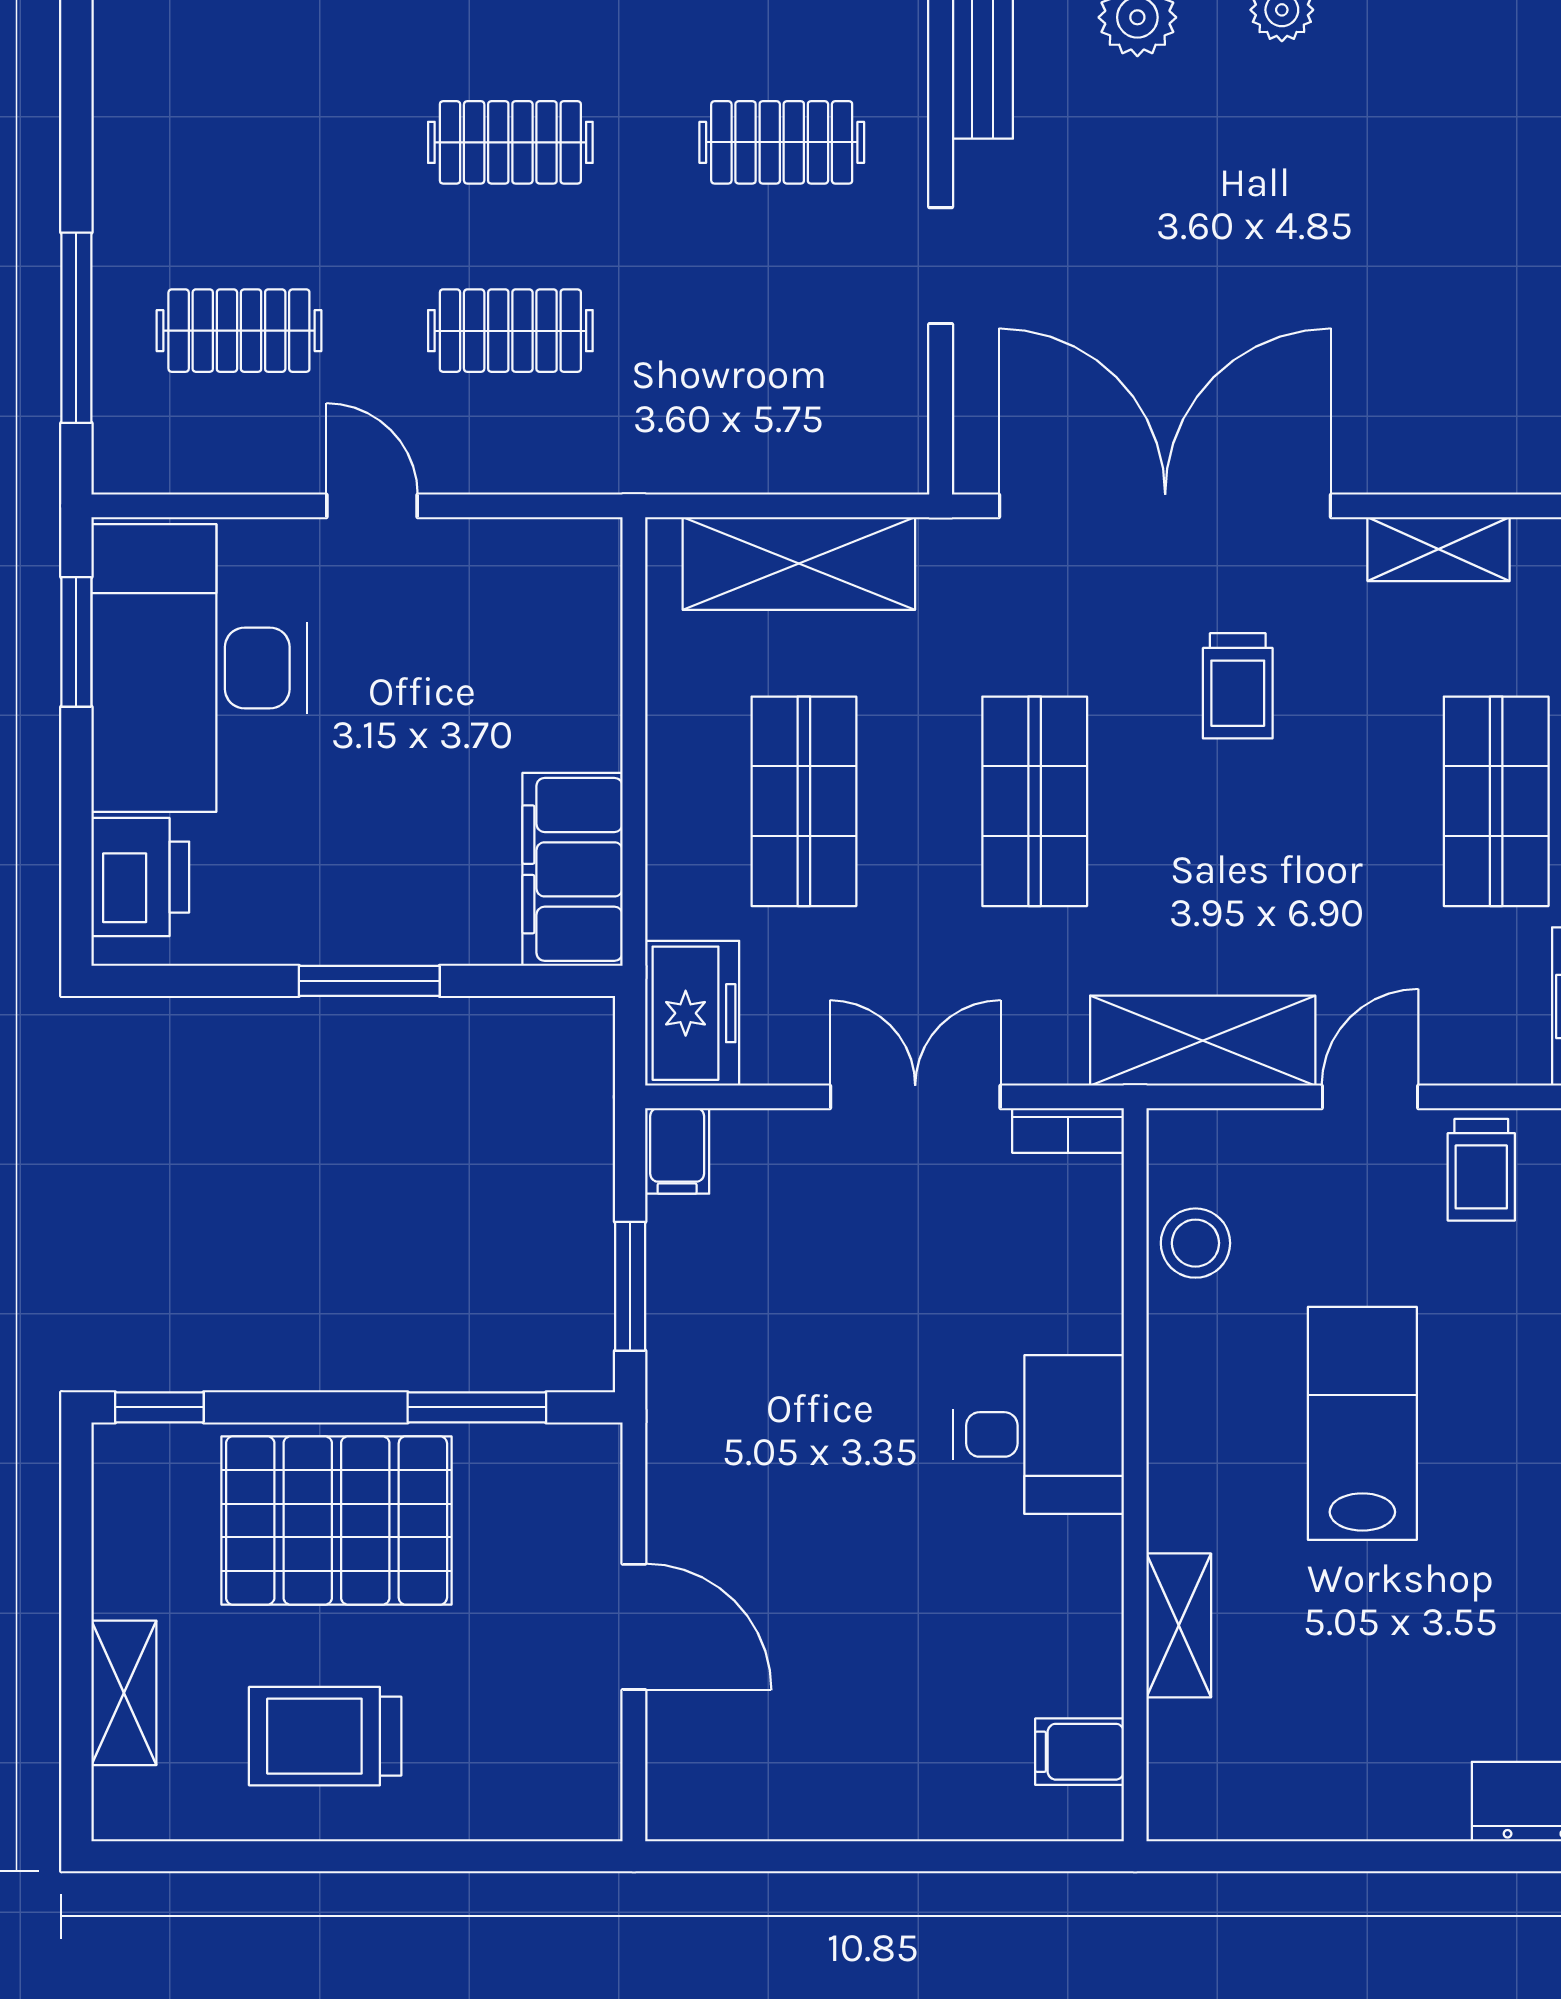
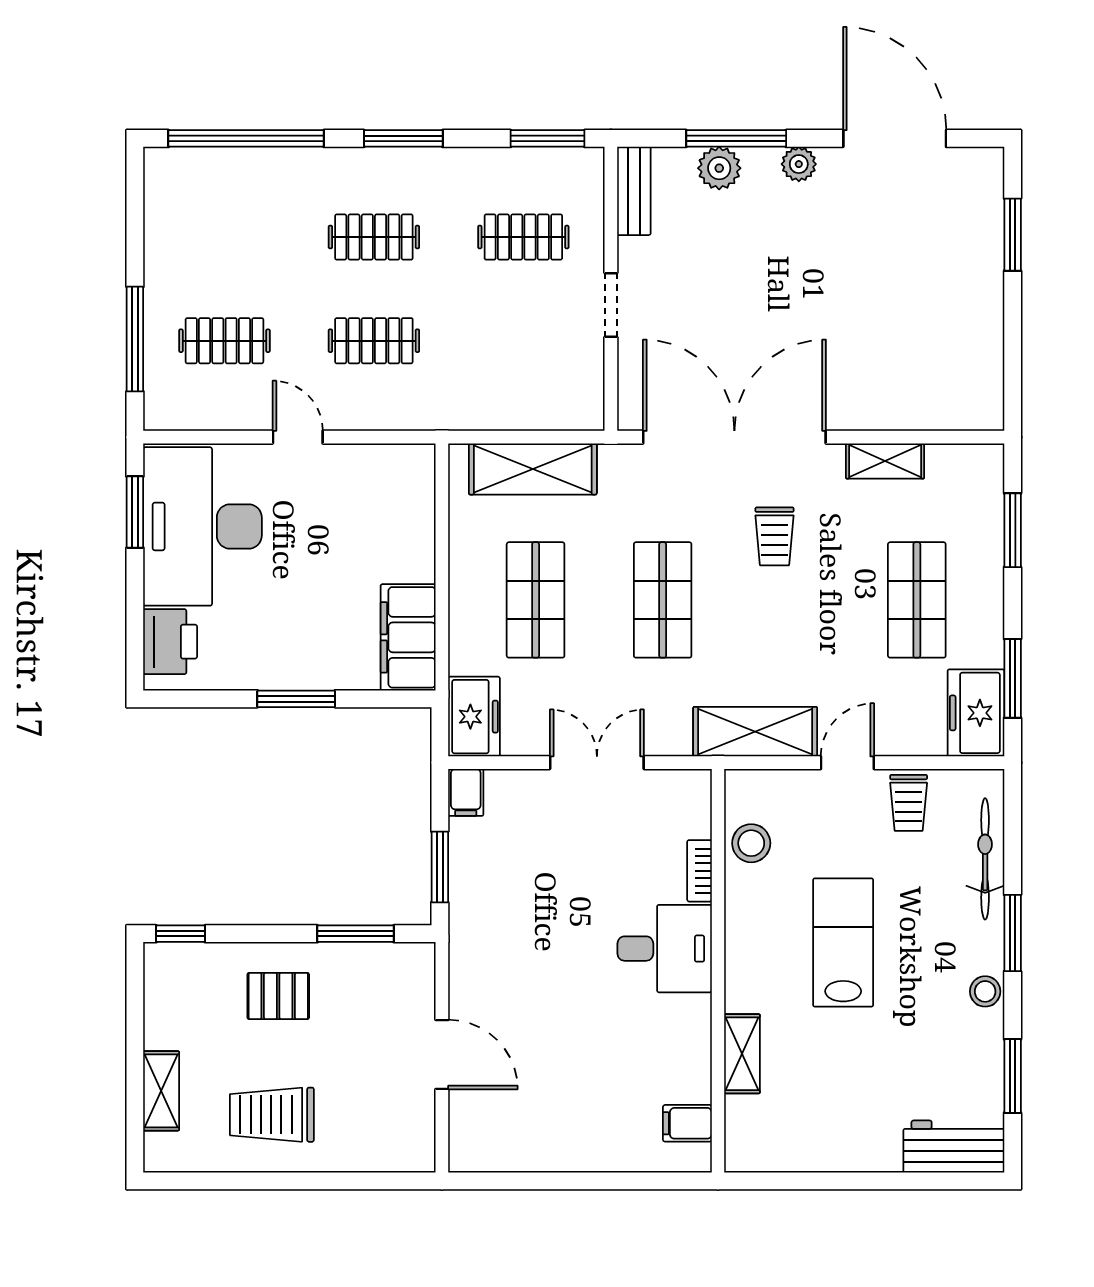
bookcase: (1068, 1130) -> (699, 871), moved, turned 90
pallet: (337, 1520) -> (278, 996), width x0.49, depth x0.50

